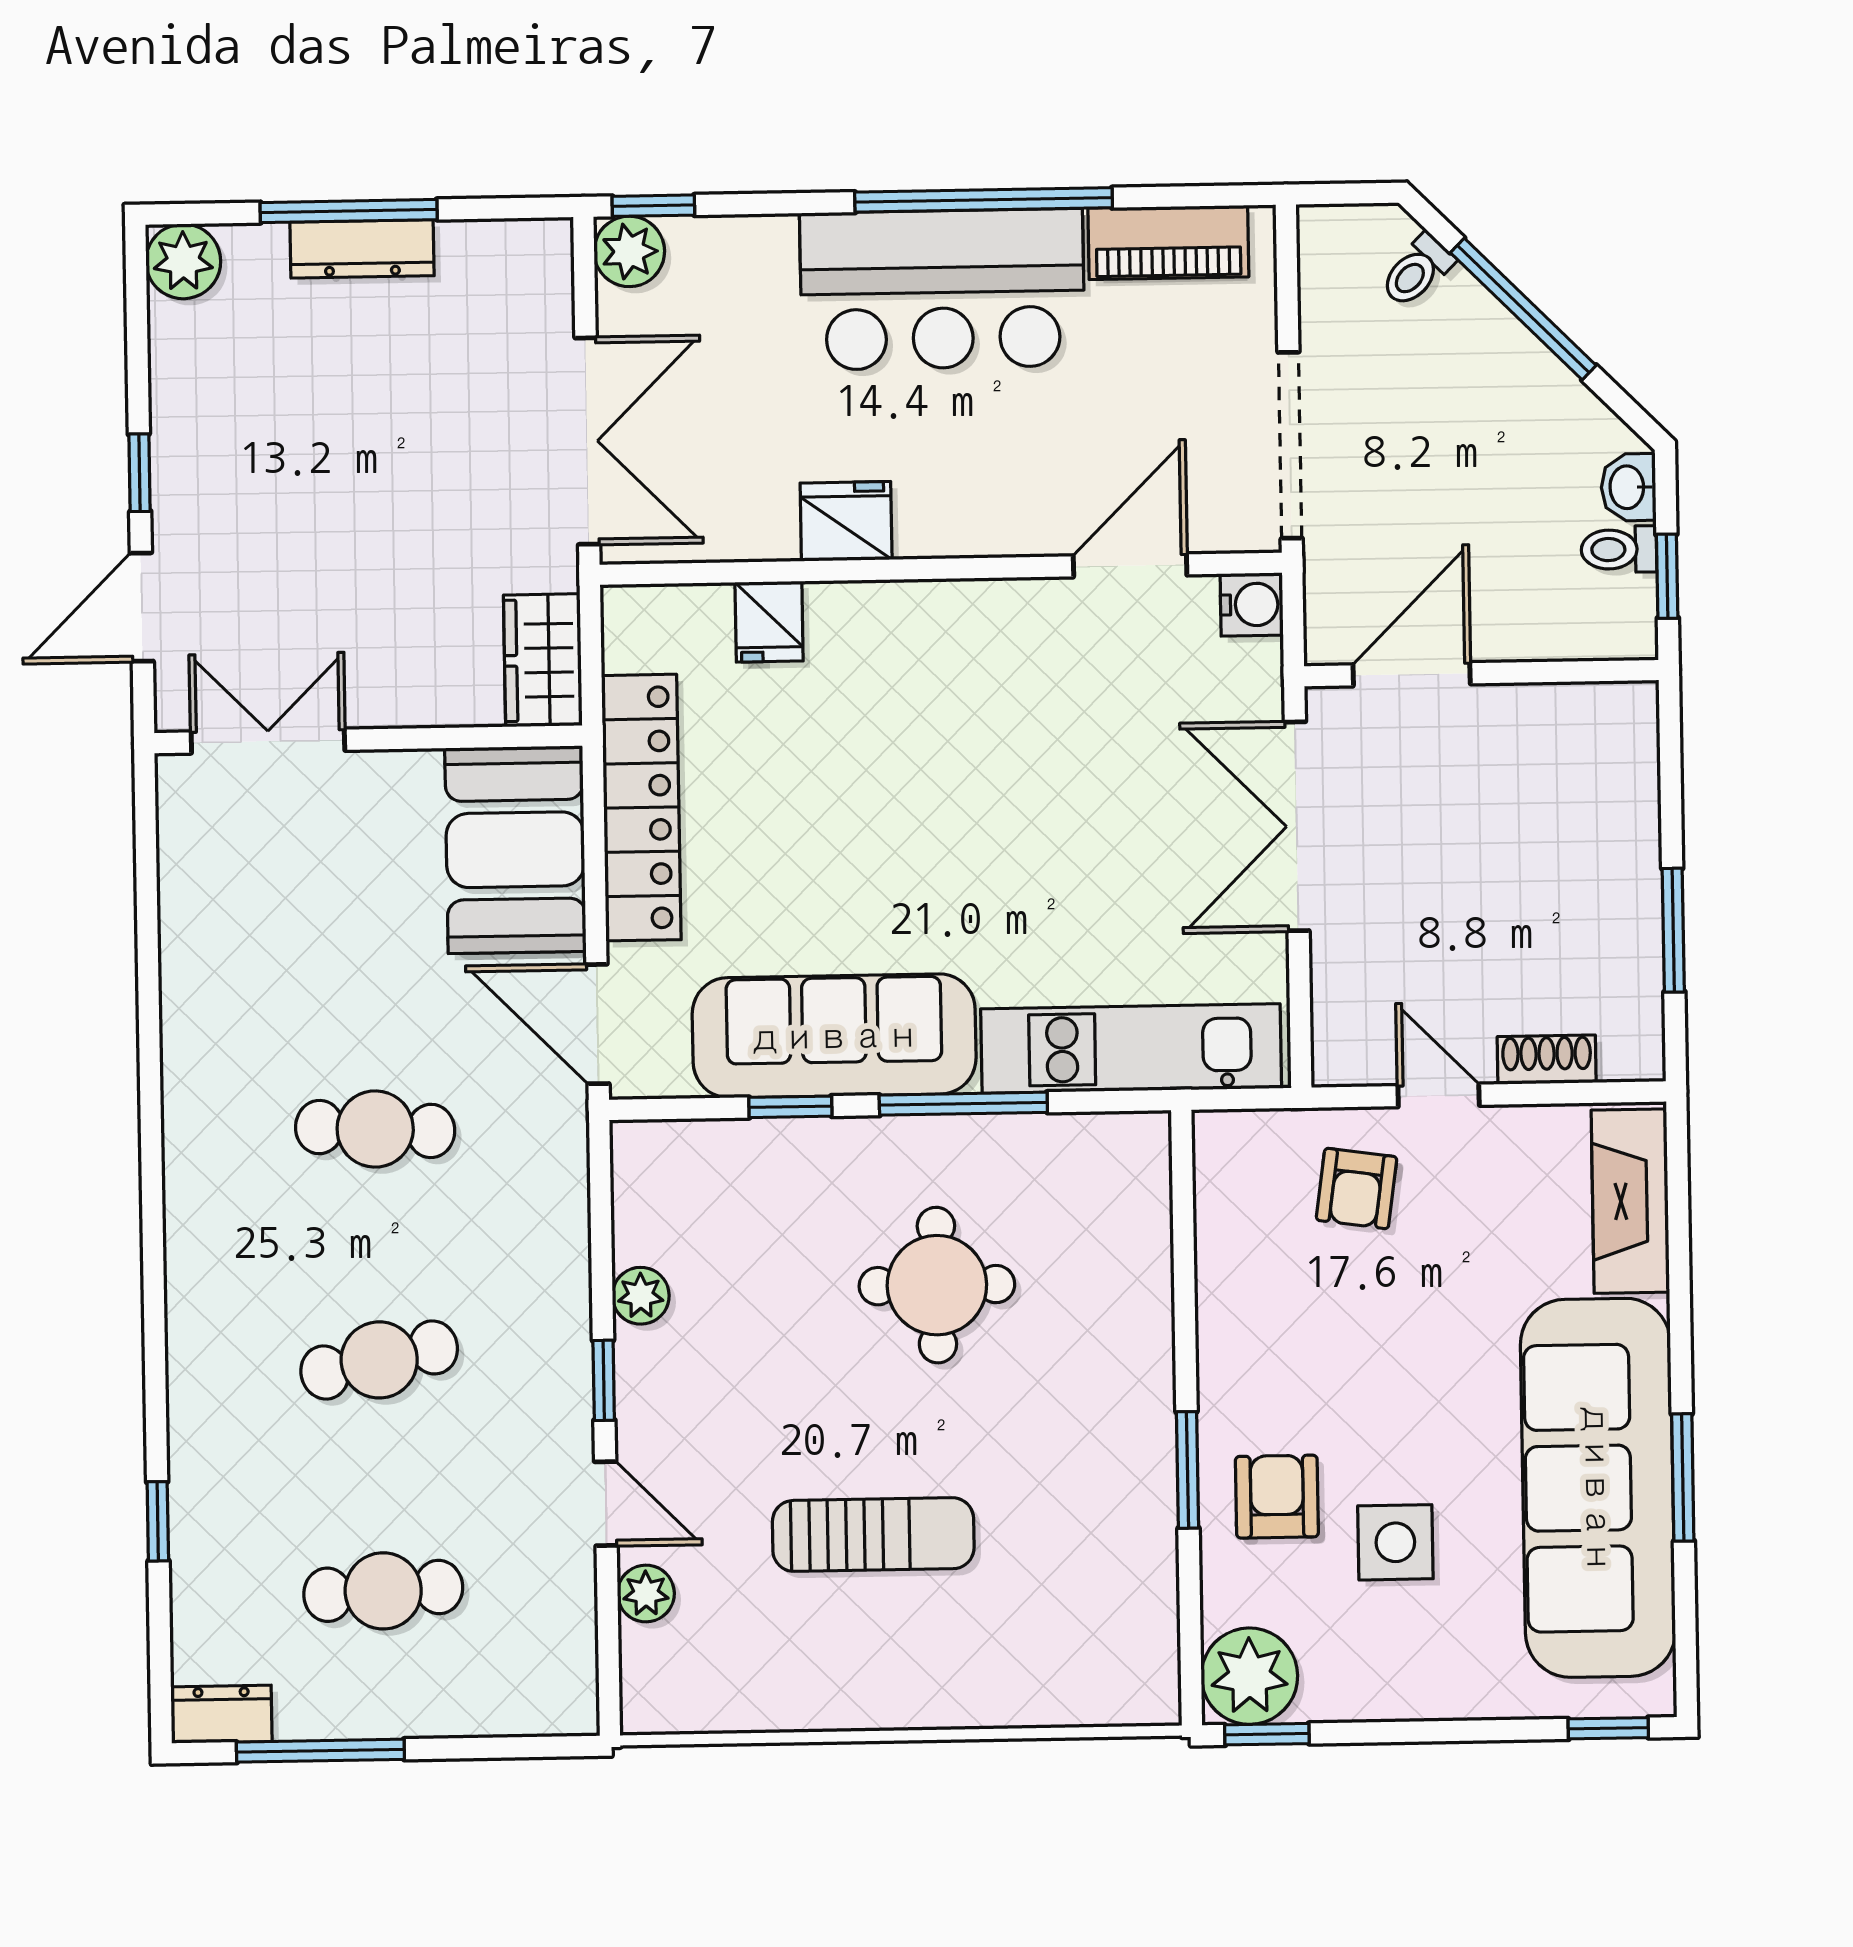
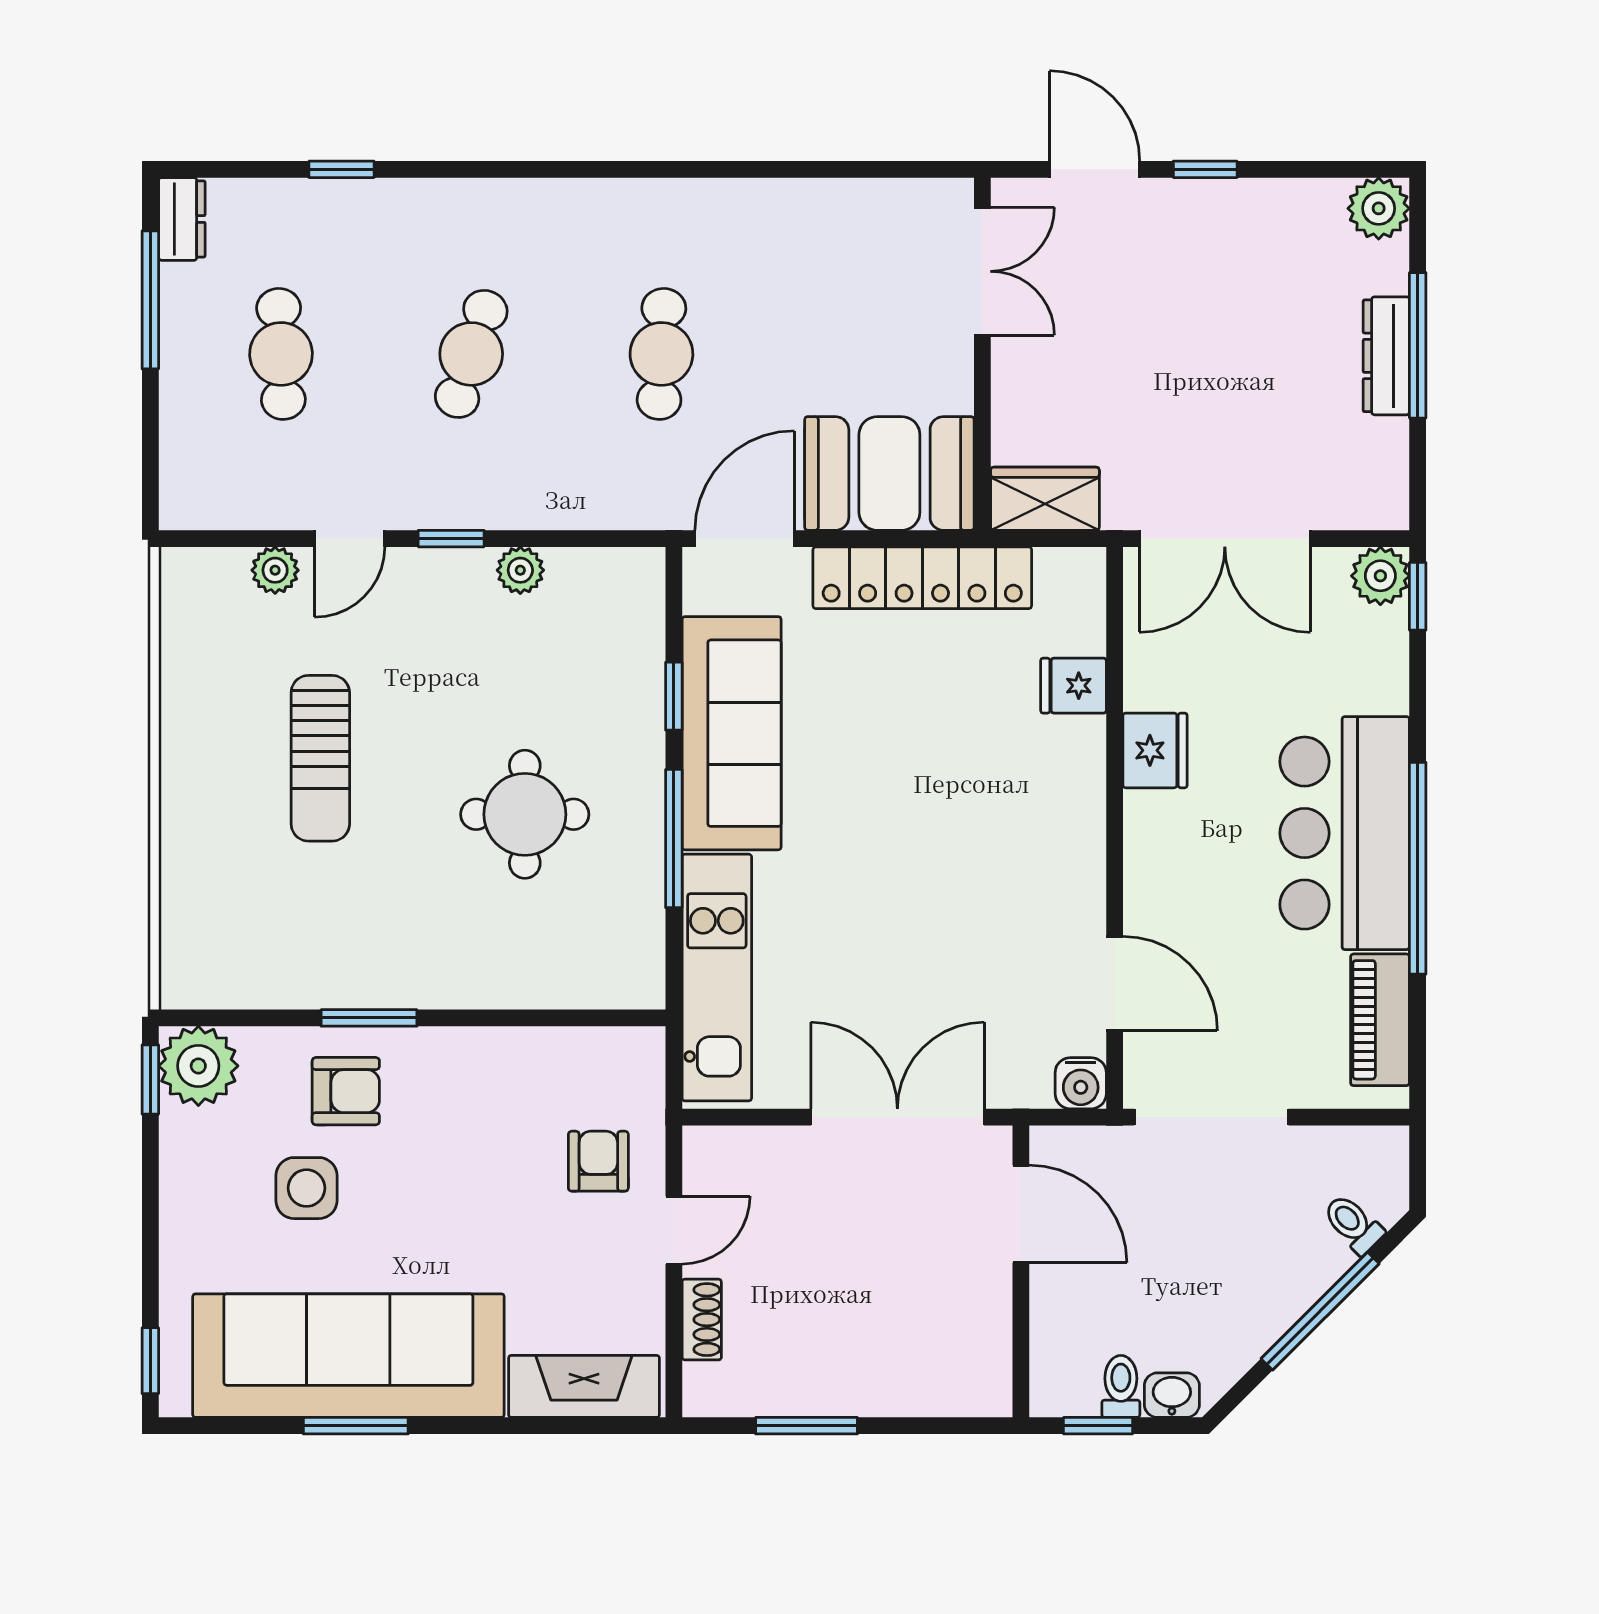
armchair: (1357, 1188) -> (598, 1161), turned 82
cafe table: (379, 1360) -> (471, 354), turned 30

